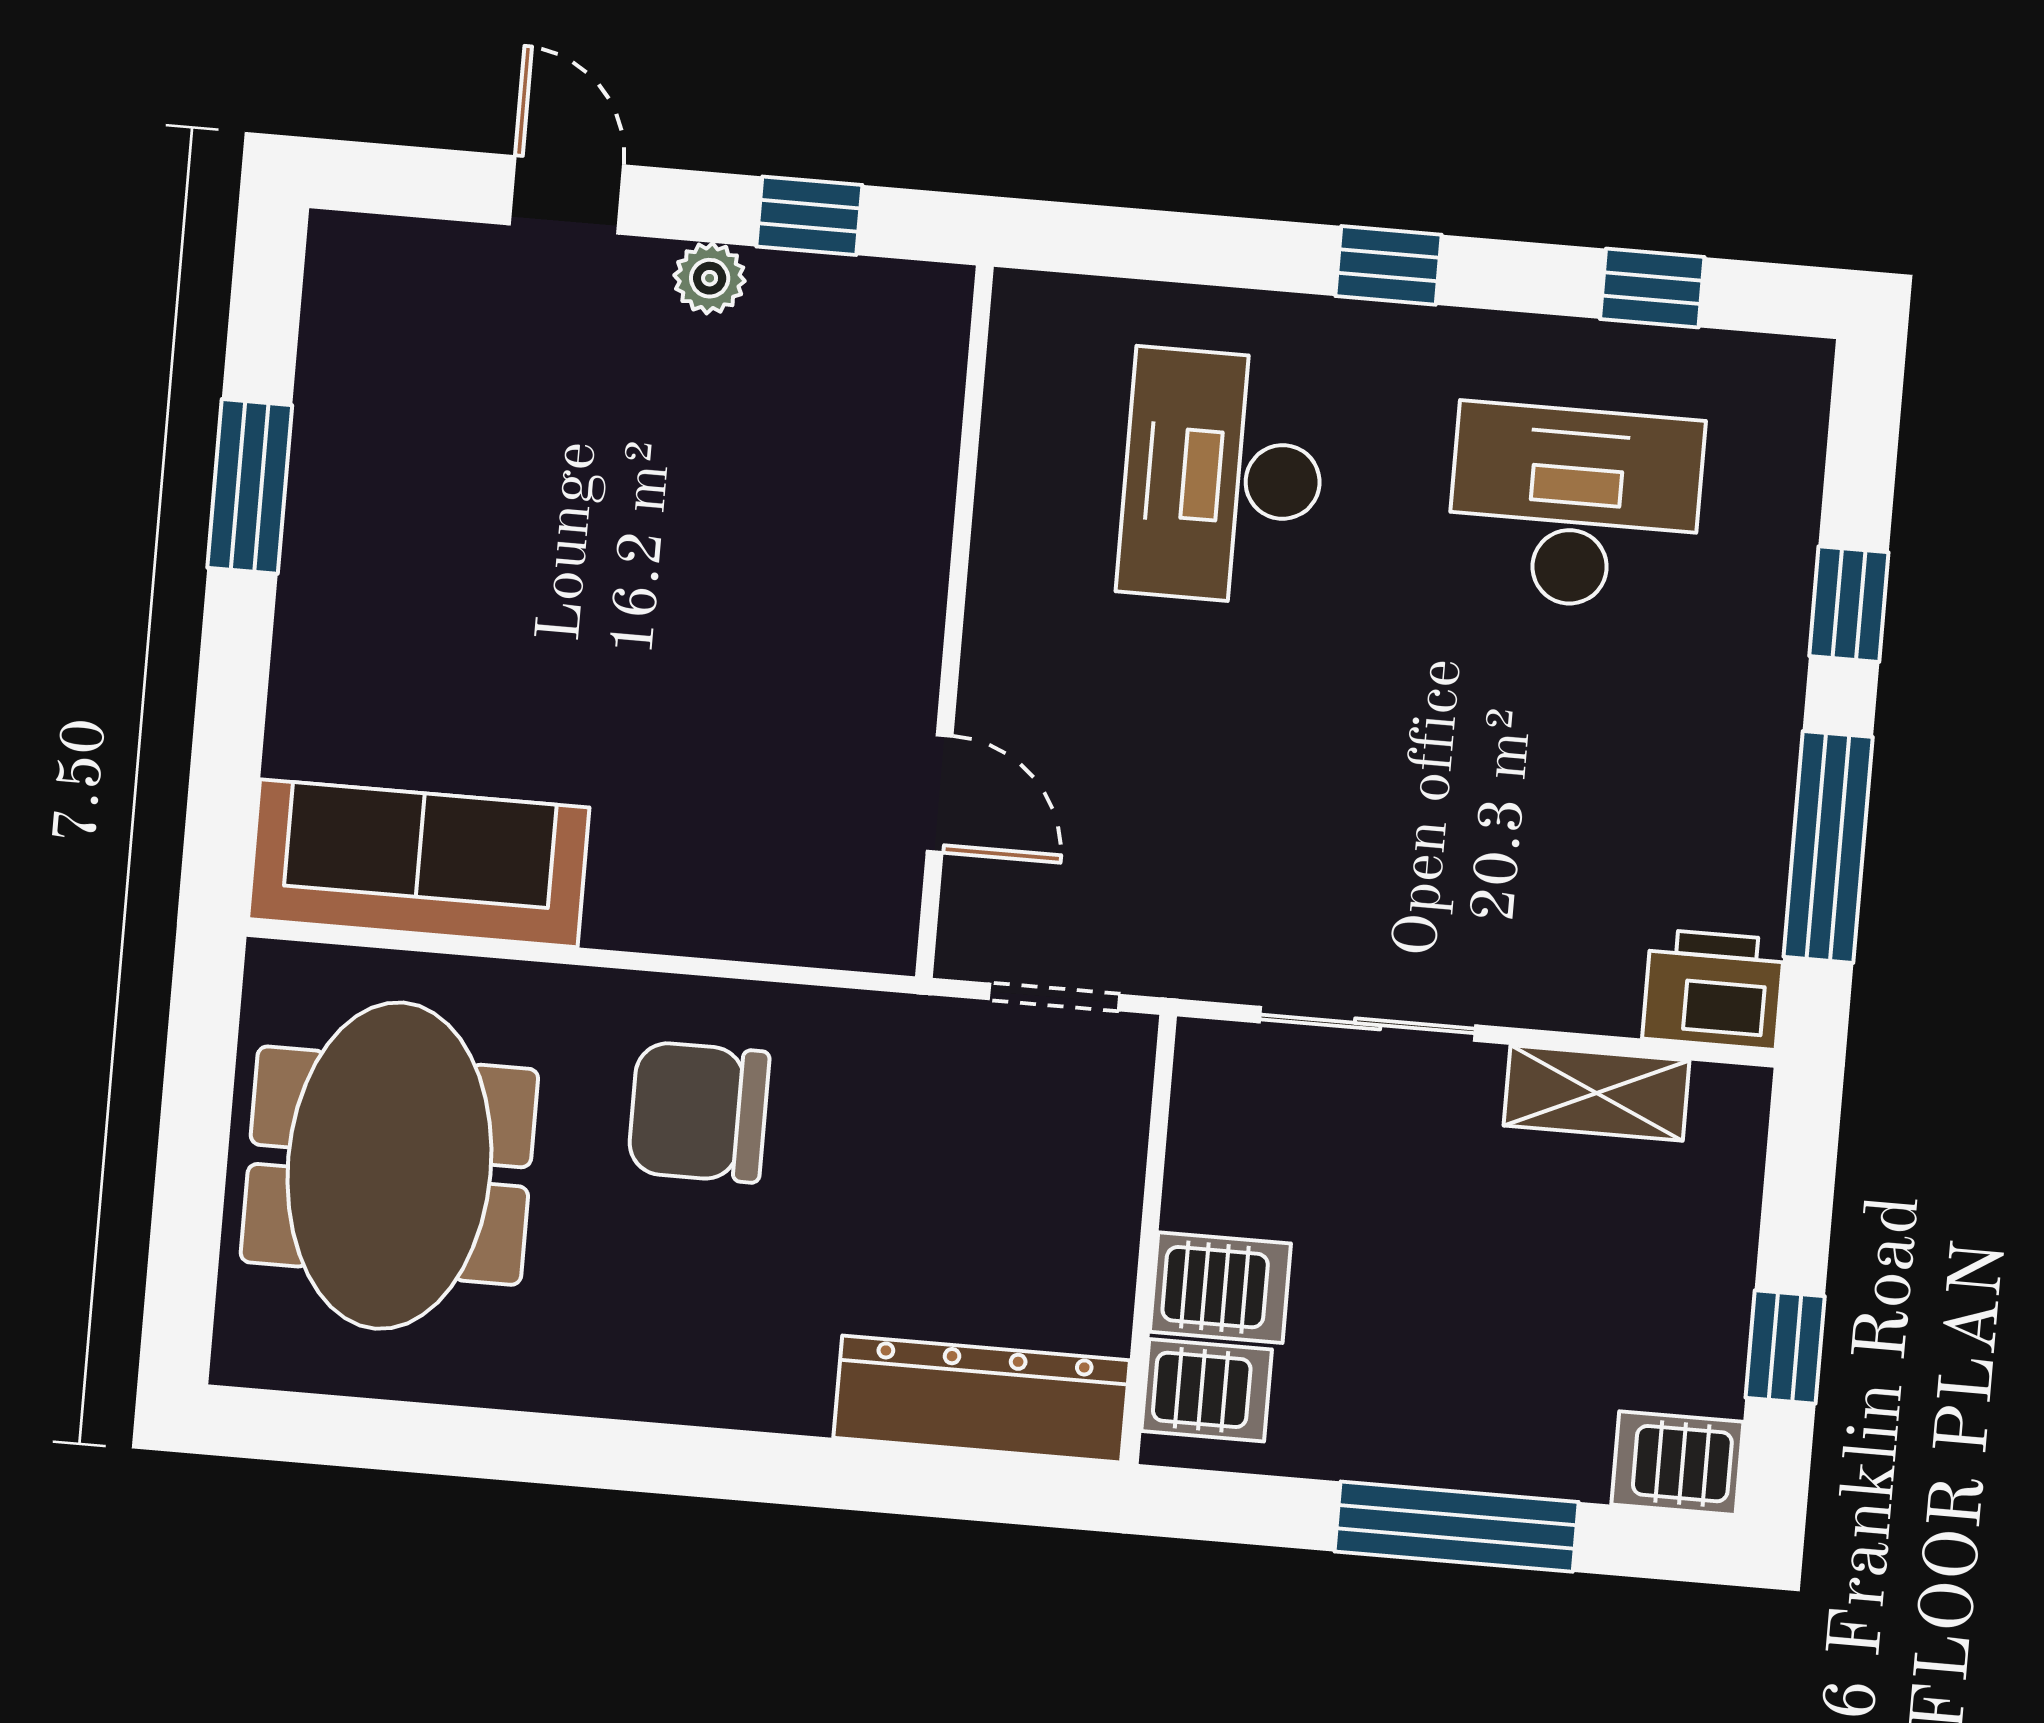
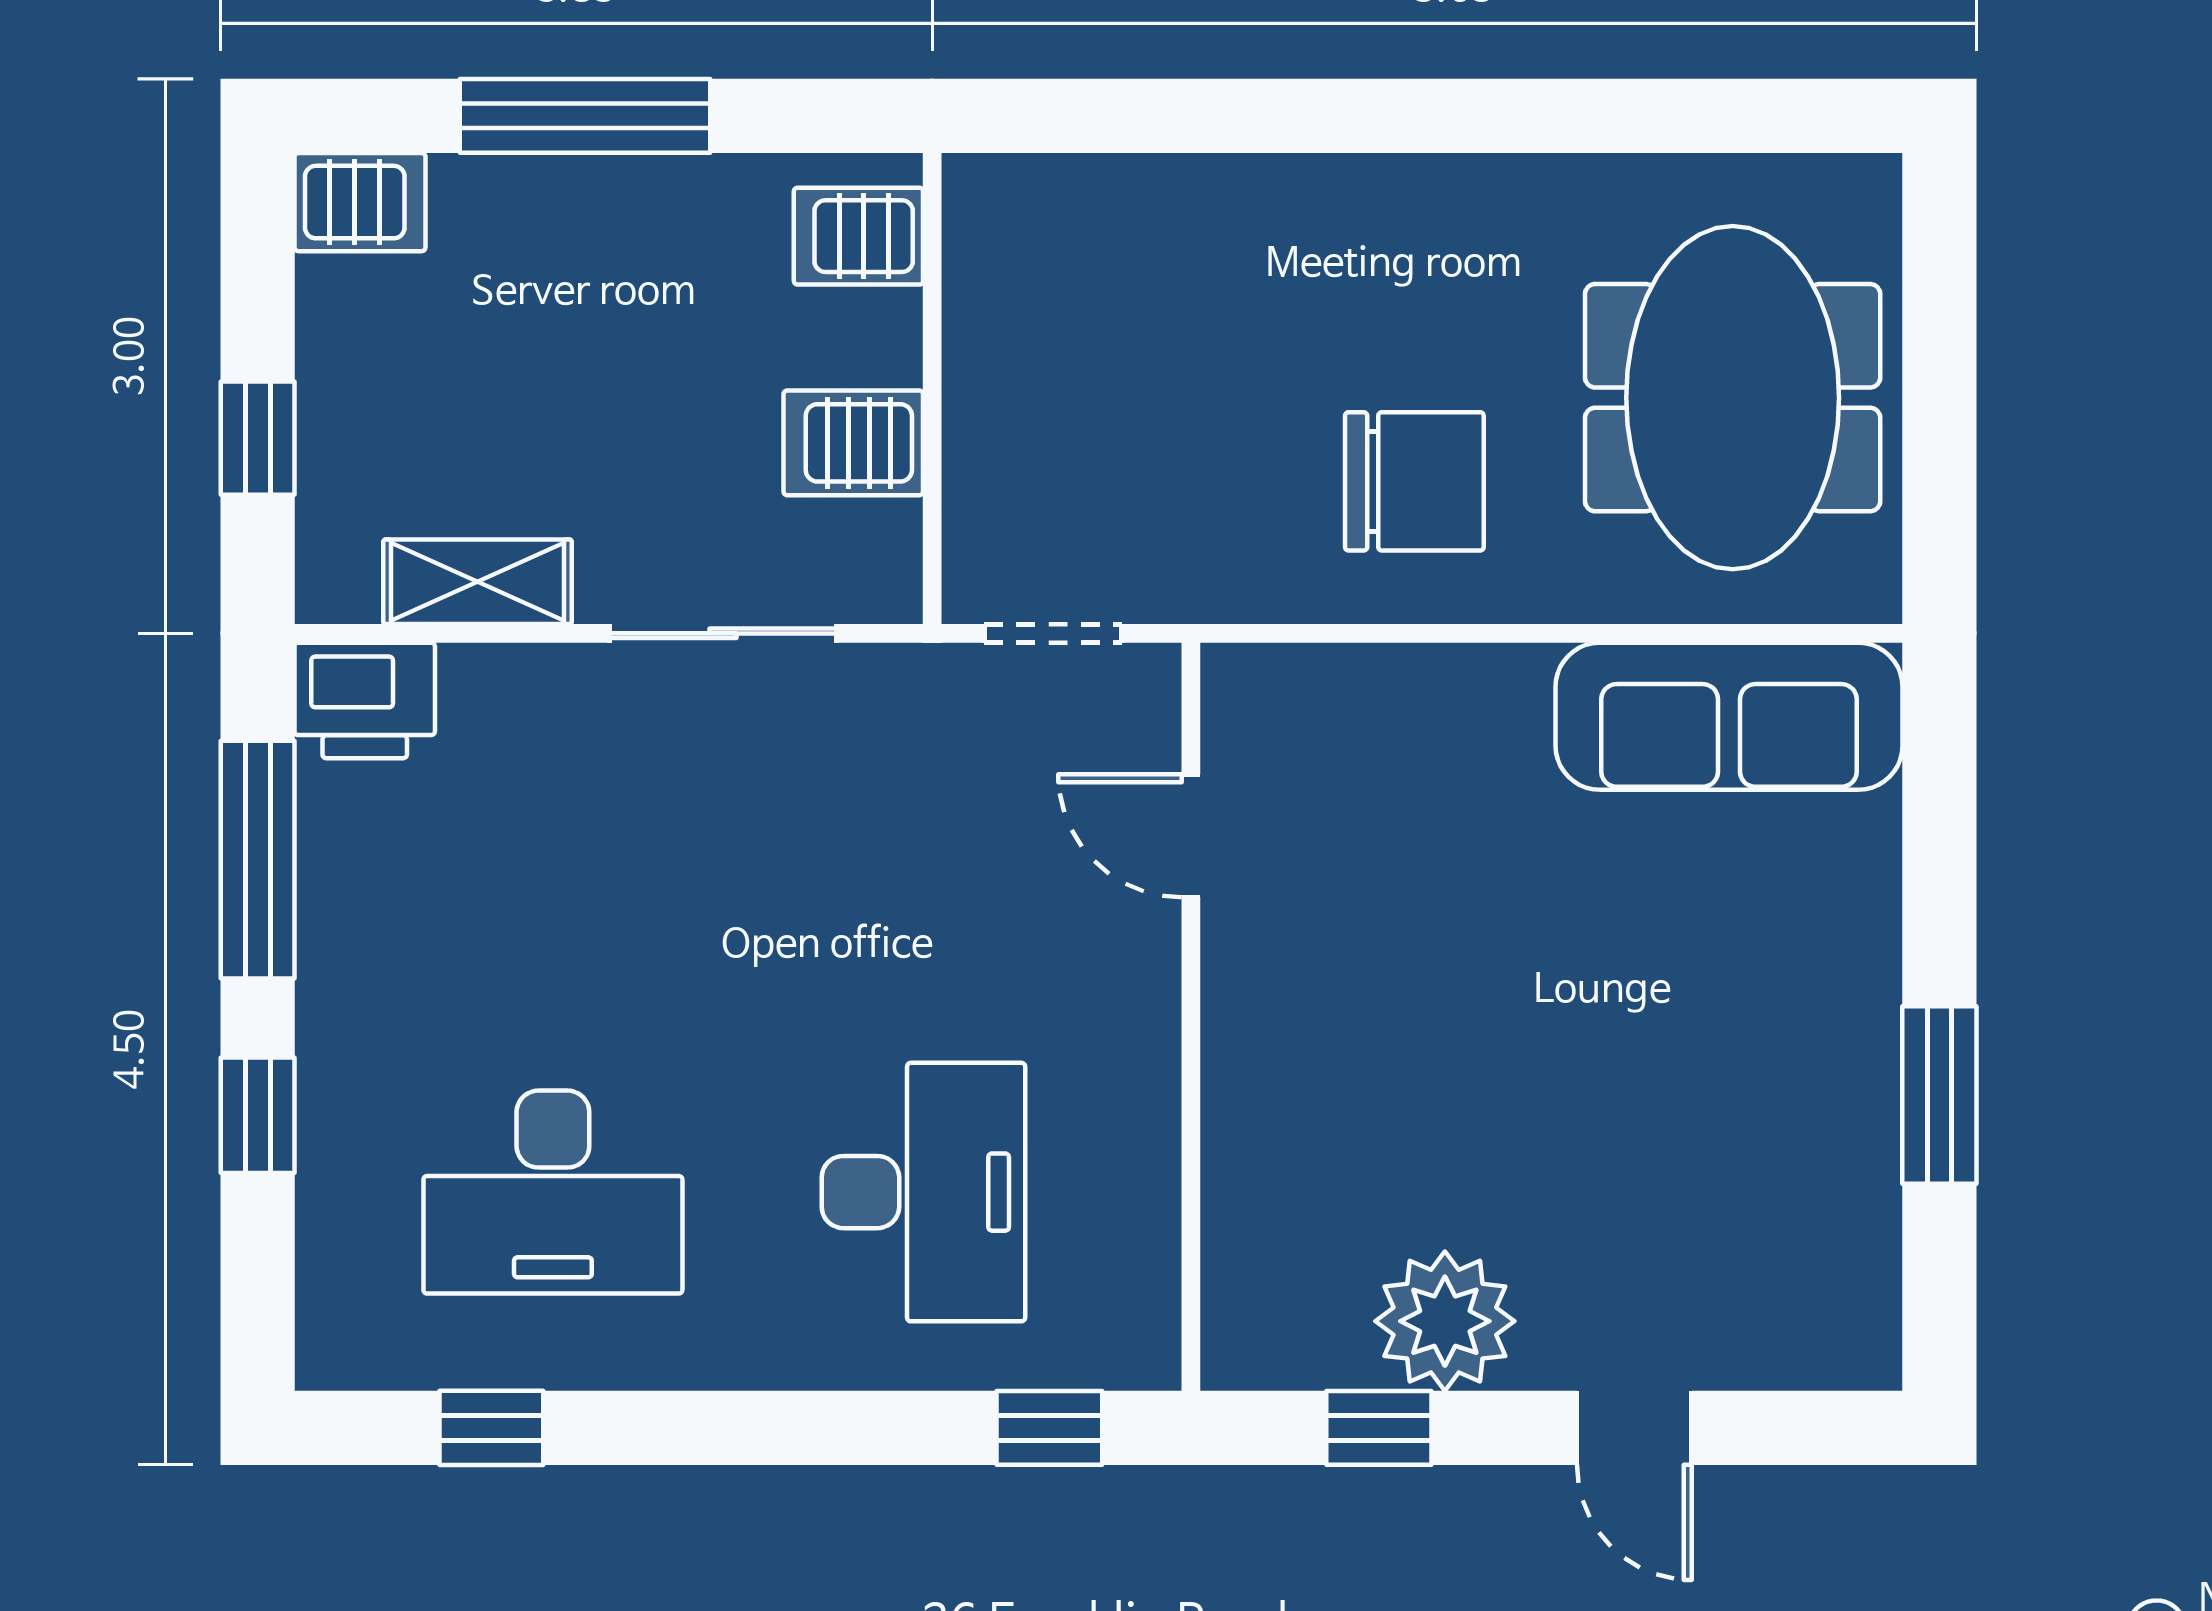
window: (1388, 265) -> (1049, 1428), moved
plant: (710, 278) -> (1445, 1321), width x1.88, depth x1.88
server rack: (1220, 1288) -> (853, 443), moved
window: (1785, 1347) -> (258, 438), moved
dresser: (982, 1399) -> (1093, 207), removed

